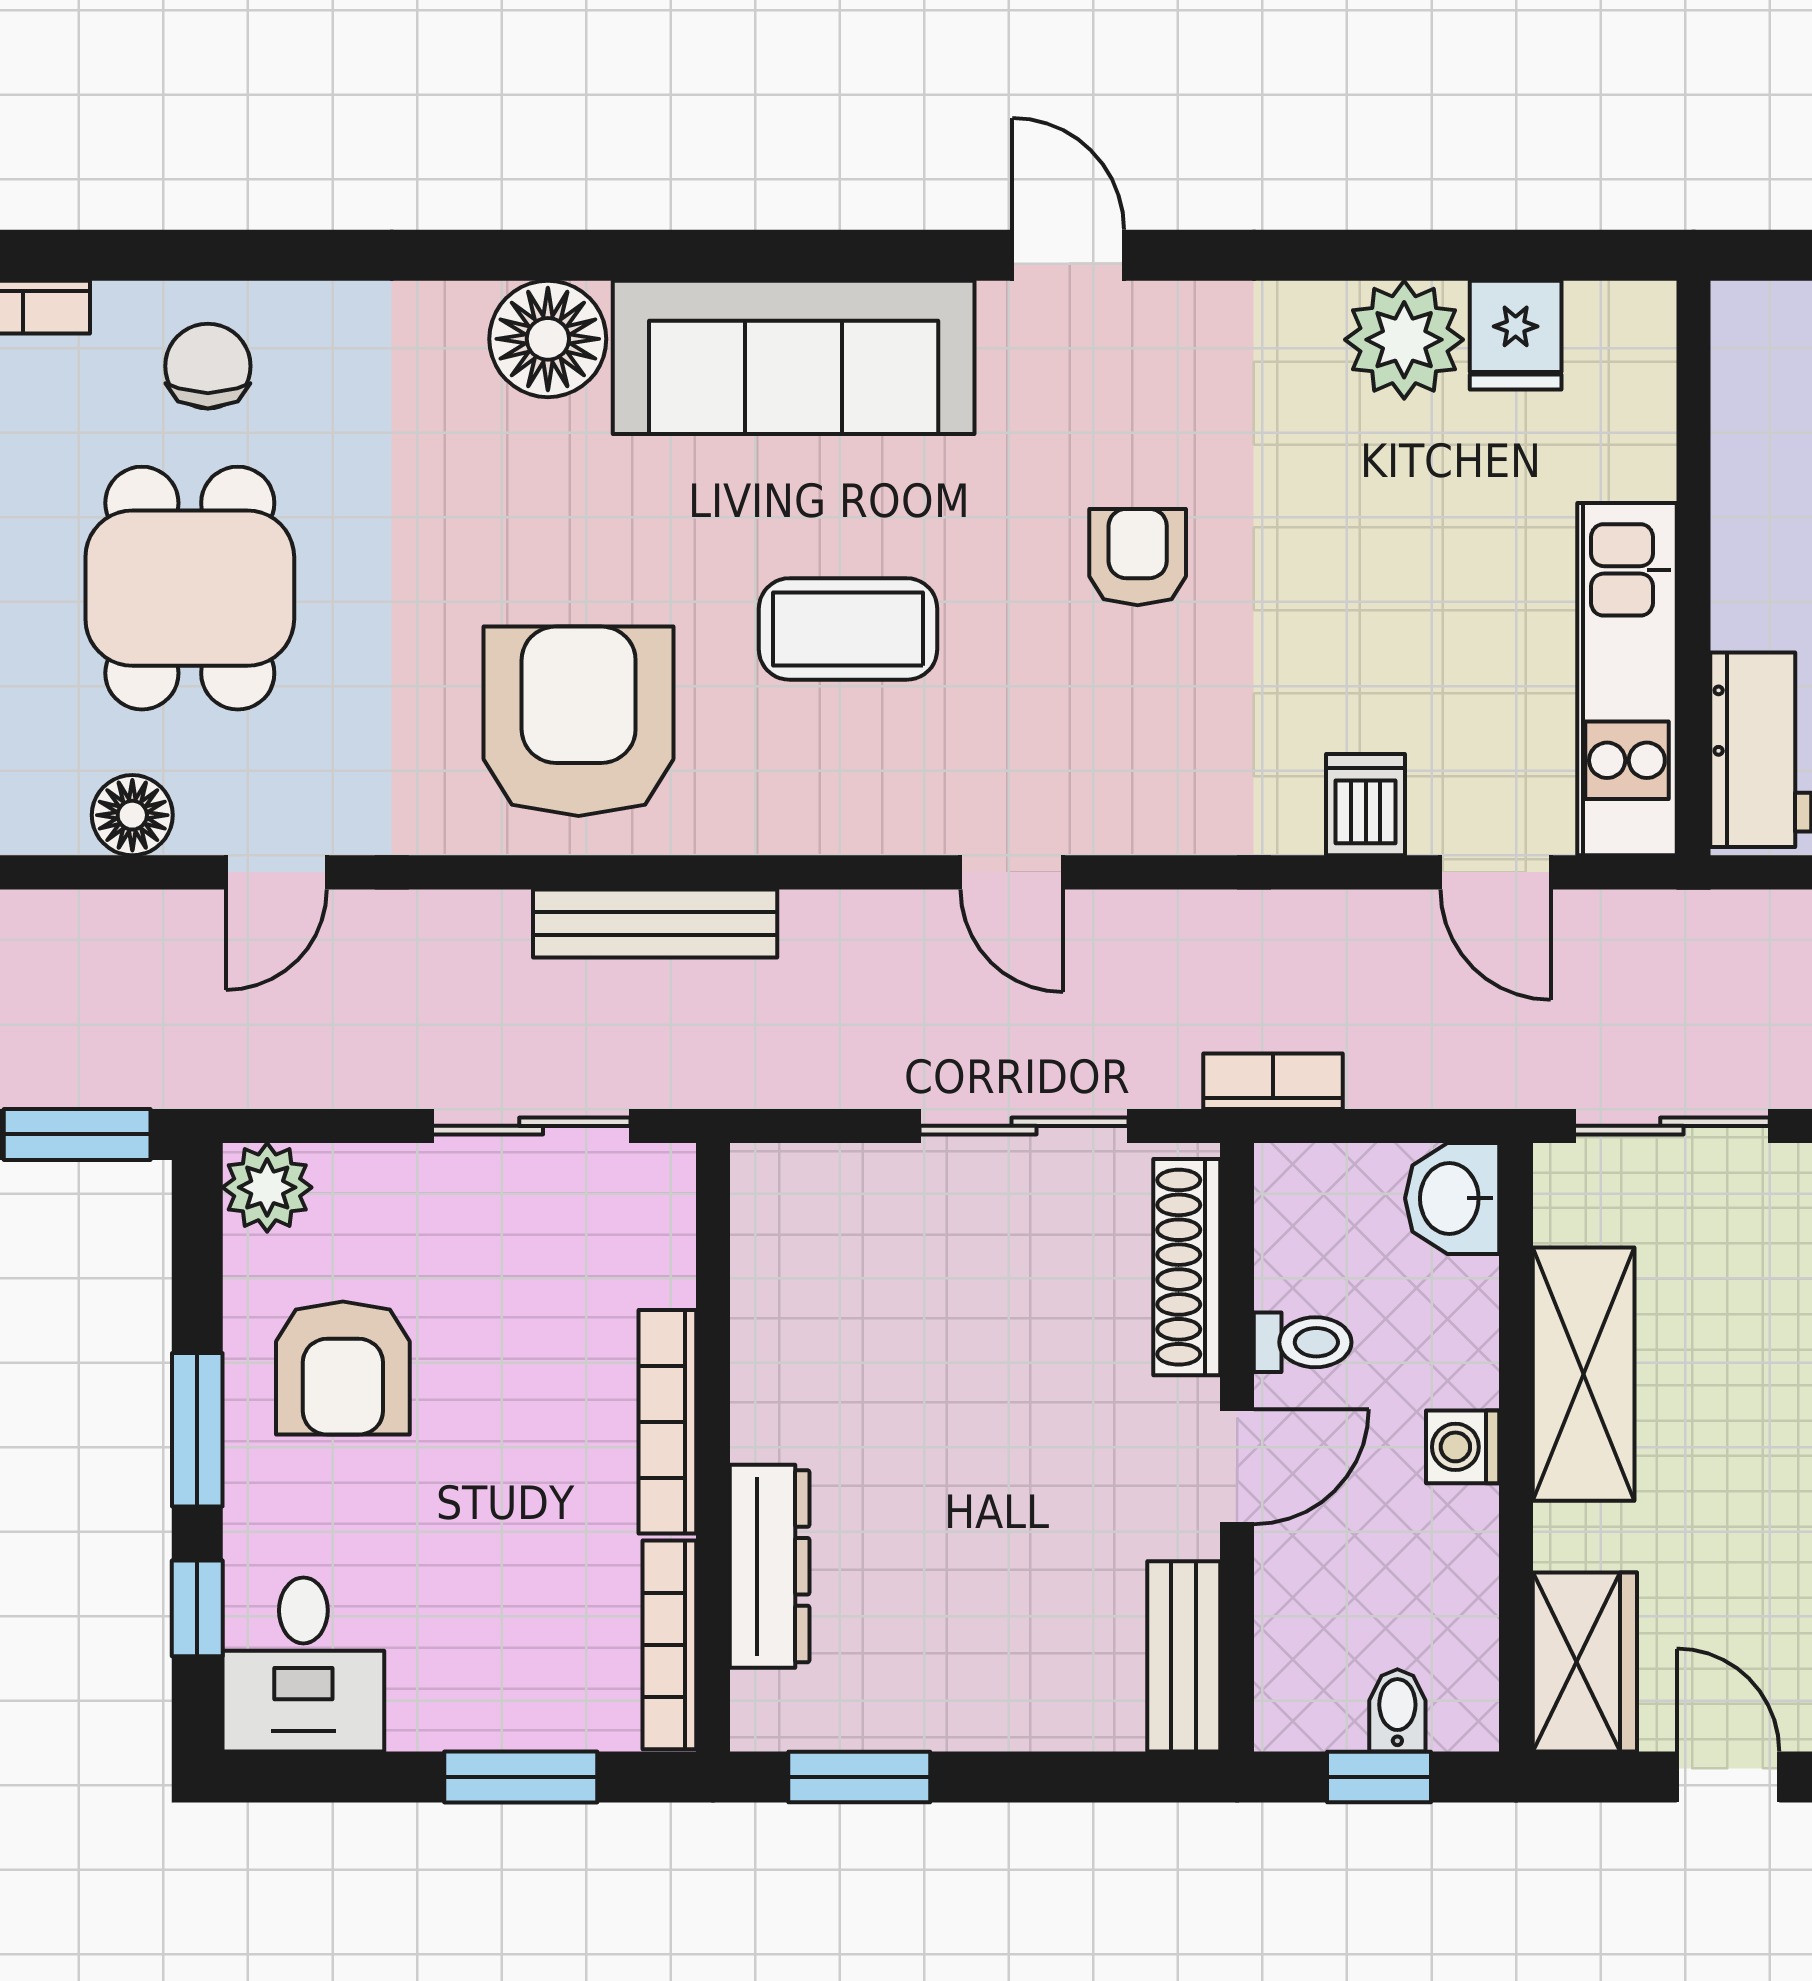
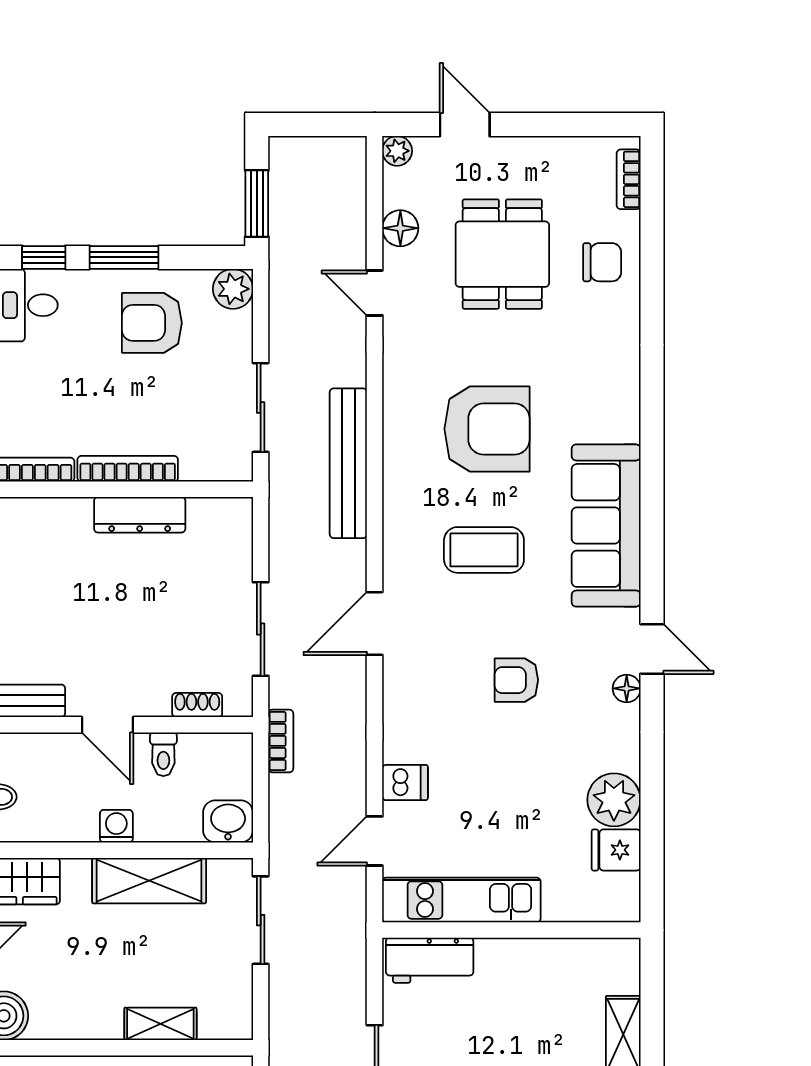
door: (1068, 255) -> (652, 649), hinge flipped
floor lamp: (548, 339) -> (627, 688), moved, width x0.53, depth x0.53
armchair: (1138, 557) -> (516, 680), turned 180
dining table: (190, 588) -> (502, 254), turned 90
coffee table: (848, 629) -> (484, 550), turned 90
armchair: (579, 721) -> (487, 429), moved
door: (1012, 872) -> (375, 624), width x1.38
bench: (655, 923) -> (348, 463), width x1.37, depth x1.21
shoe rack: (1187, 1267) -> (197, 705), width x0.51, depth x0.81
dresser: (770, 1566) -> (140, 515), moved

